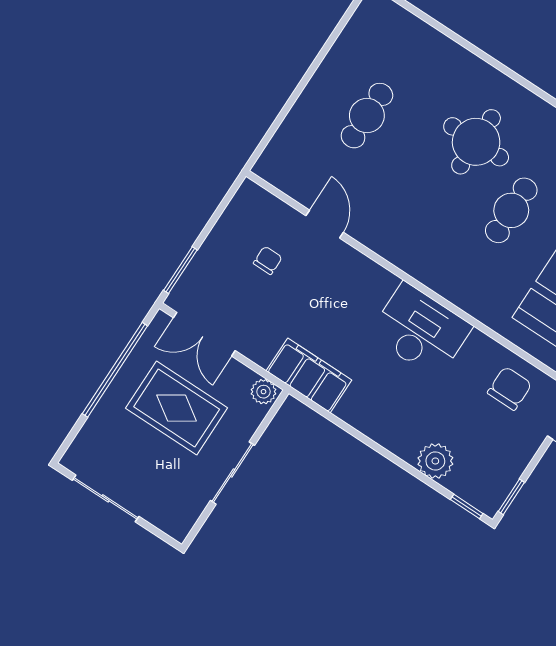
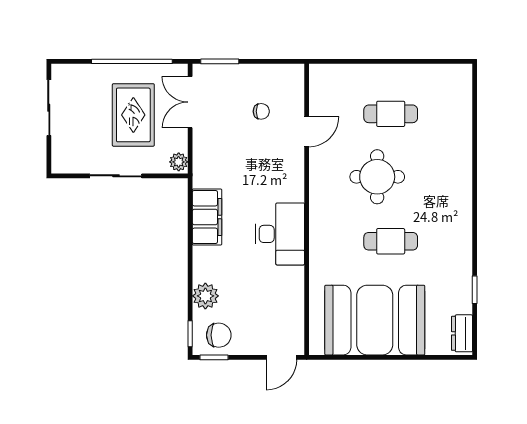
round table: (476, 142) -> (377, 177), moved
filing cabinet: (309, 375) -> (207, 217), moved
chair: (510, 388) -> (219, 335), moved

